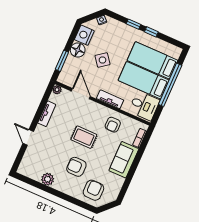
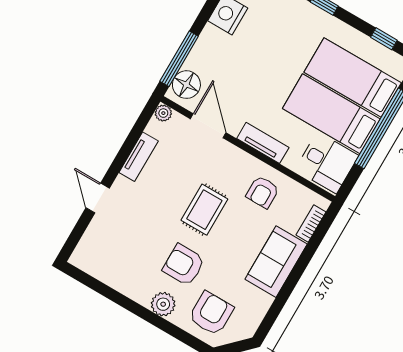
window: (151, 32) -> (384, 39), moved
floor lamp: (78, 50) -> (186, 85), moved
side table: (102, 60) -> (257, 66), removed
window: (62, 61) -> (179, 59), width x1.44
rug: (84, 137) -> (204, 210), turned 90
plant: (48, 179) -> (163, 304), moved

